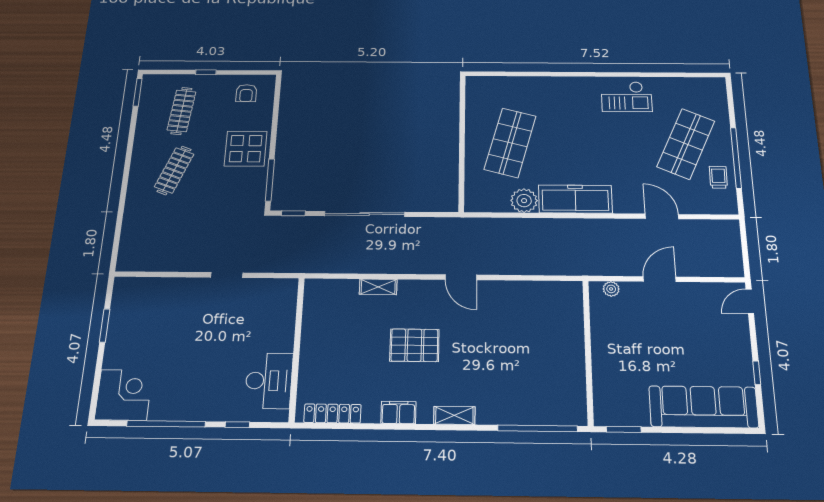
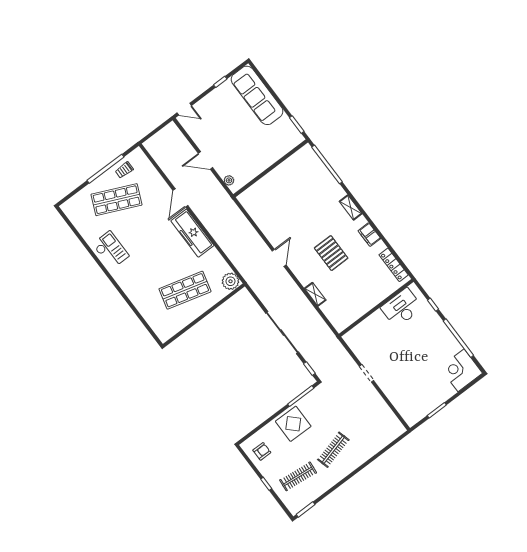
clothes rail: (174, 170) -> (333, 450), turned -36
plant: (524, 201) -> (230, 281), moved
door: (662, 216) -> (180, 198), moved

